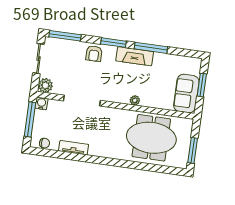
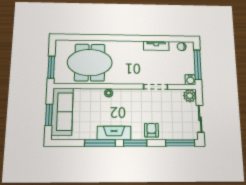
sofa: (186, 94) -> (62, 112), width x1.36
doorway: (82, 101) -> (156, 87), width x0.73
window: (193, 150) -> (51, 67), moved

